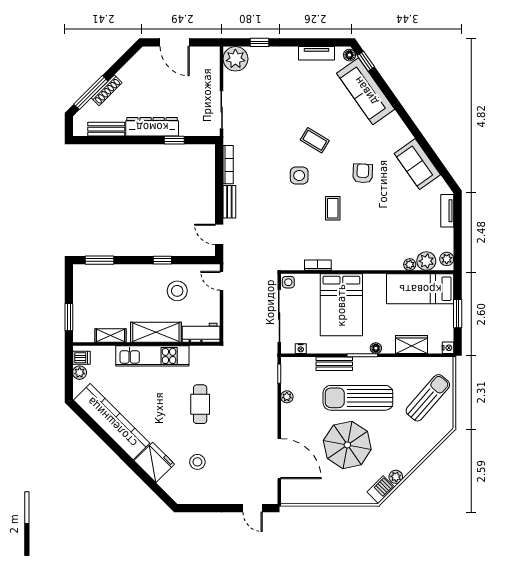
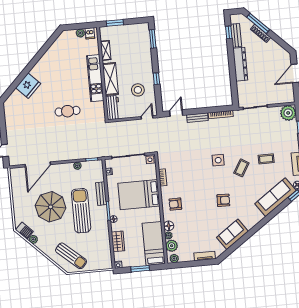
window: (174, 140) -> (229, 32), moved
coffee table: (333, 208) -> (266, 159), moved
armchair: (362, 249) -> (175, 204), added
floor lamp: (395, 263) -> (169, 226), added
sun lounger: (428, 398) -> (71, 256), moved
kitchen counter: (112, 422) -> (51, 56), removed
stool: (197, 462) -> (31, 113), removed

